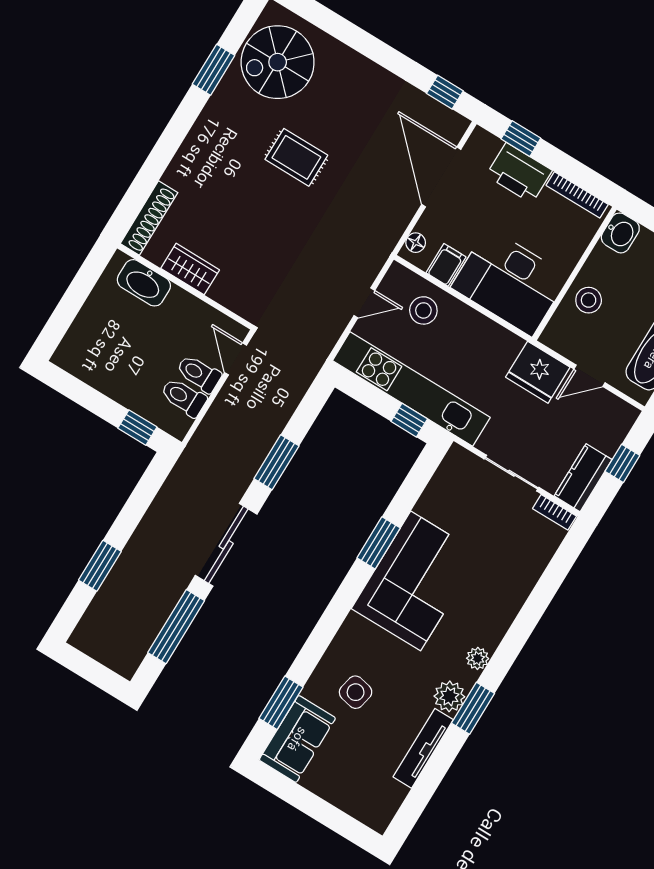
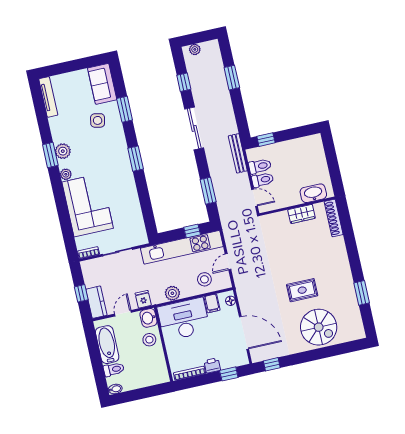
spiral stairs: (278, 62) -> (319, 327), moved, turned 90
printer: (519, 173) -> (212, 365), width x0.53, depth x0.68
washbasin: (620, 233) -> (148, 318), moved
plant: (490, 335) -> (172, 293), added
fridge: (538, 372) -> (143, 299), width x0.53, depth x0.75
window: (409, 420) -> (192, 231), moved
bench: (198, 447) -> (238, 153), added
window: (276, 462) -> (208, 191), moved
kitchen counter: (583, 478) -> (96, 302), moved
window: (379, 543) -> (136, 159), moved
corner sofa: (416, 581) -> (88, 205), moved, turned 180
window: (176, 627) -> (184, 82), width x0.46
plant: (114, 659) -> (195, 49), added
window: (281, 703) -> (125, 109), moved
tv unit: (423, 748) -> (48, 97), moved

